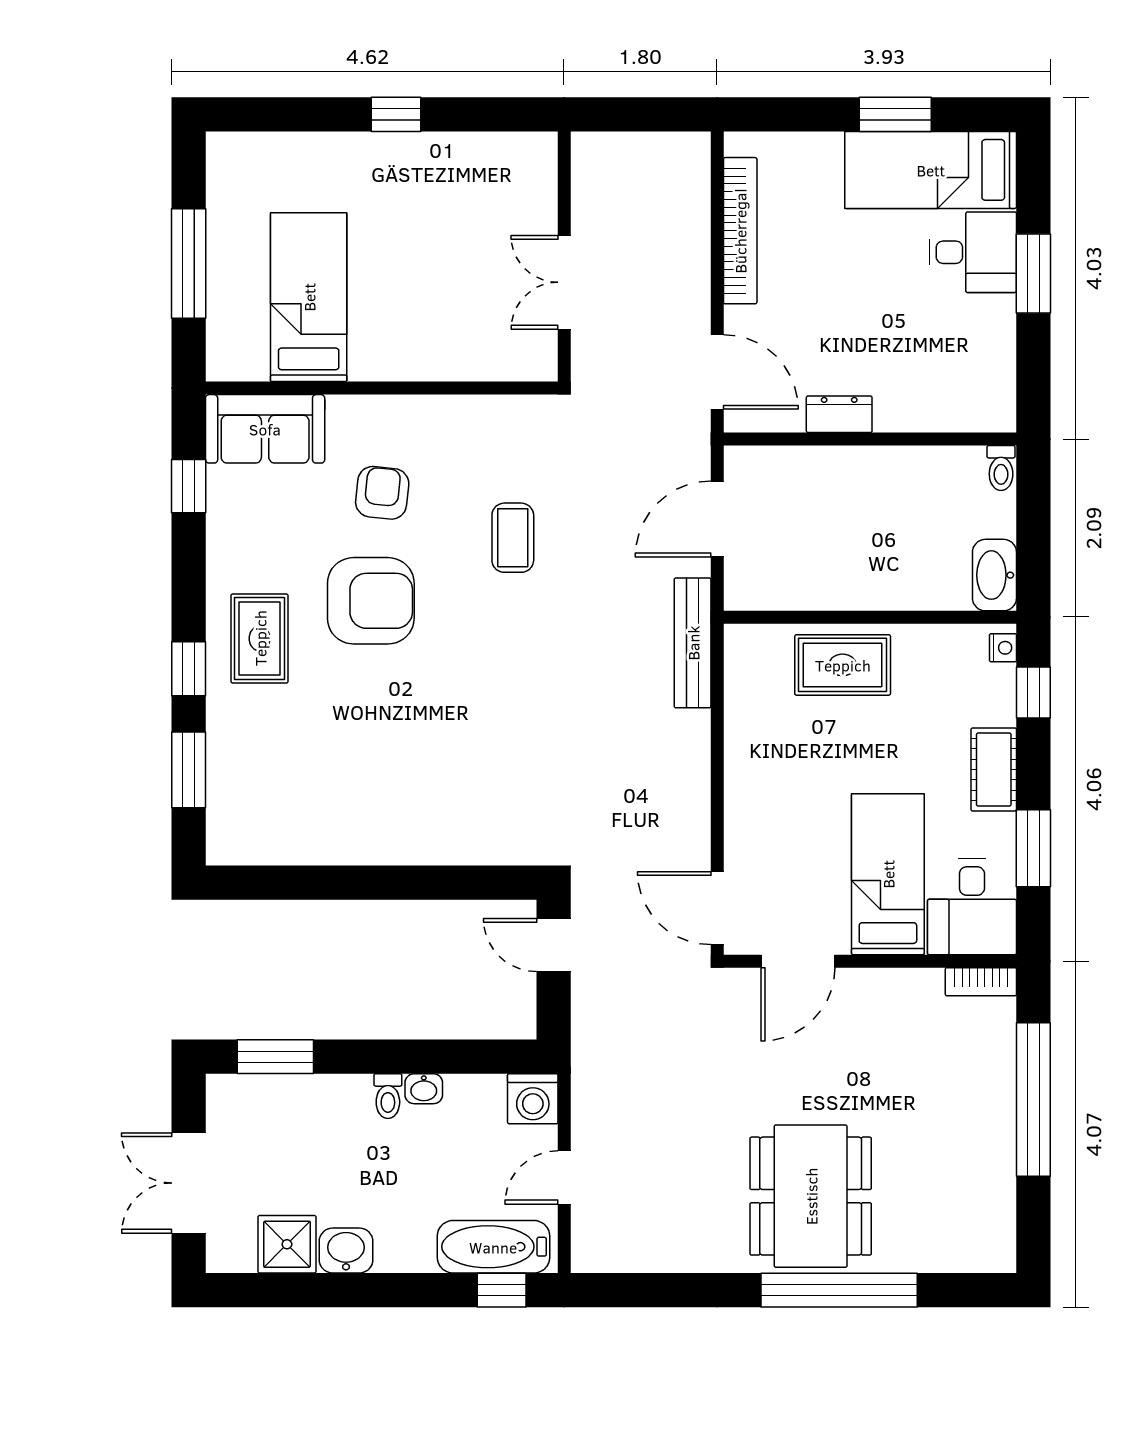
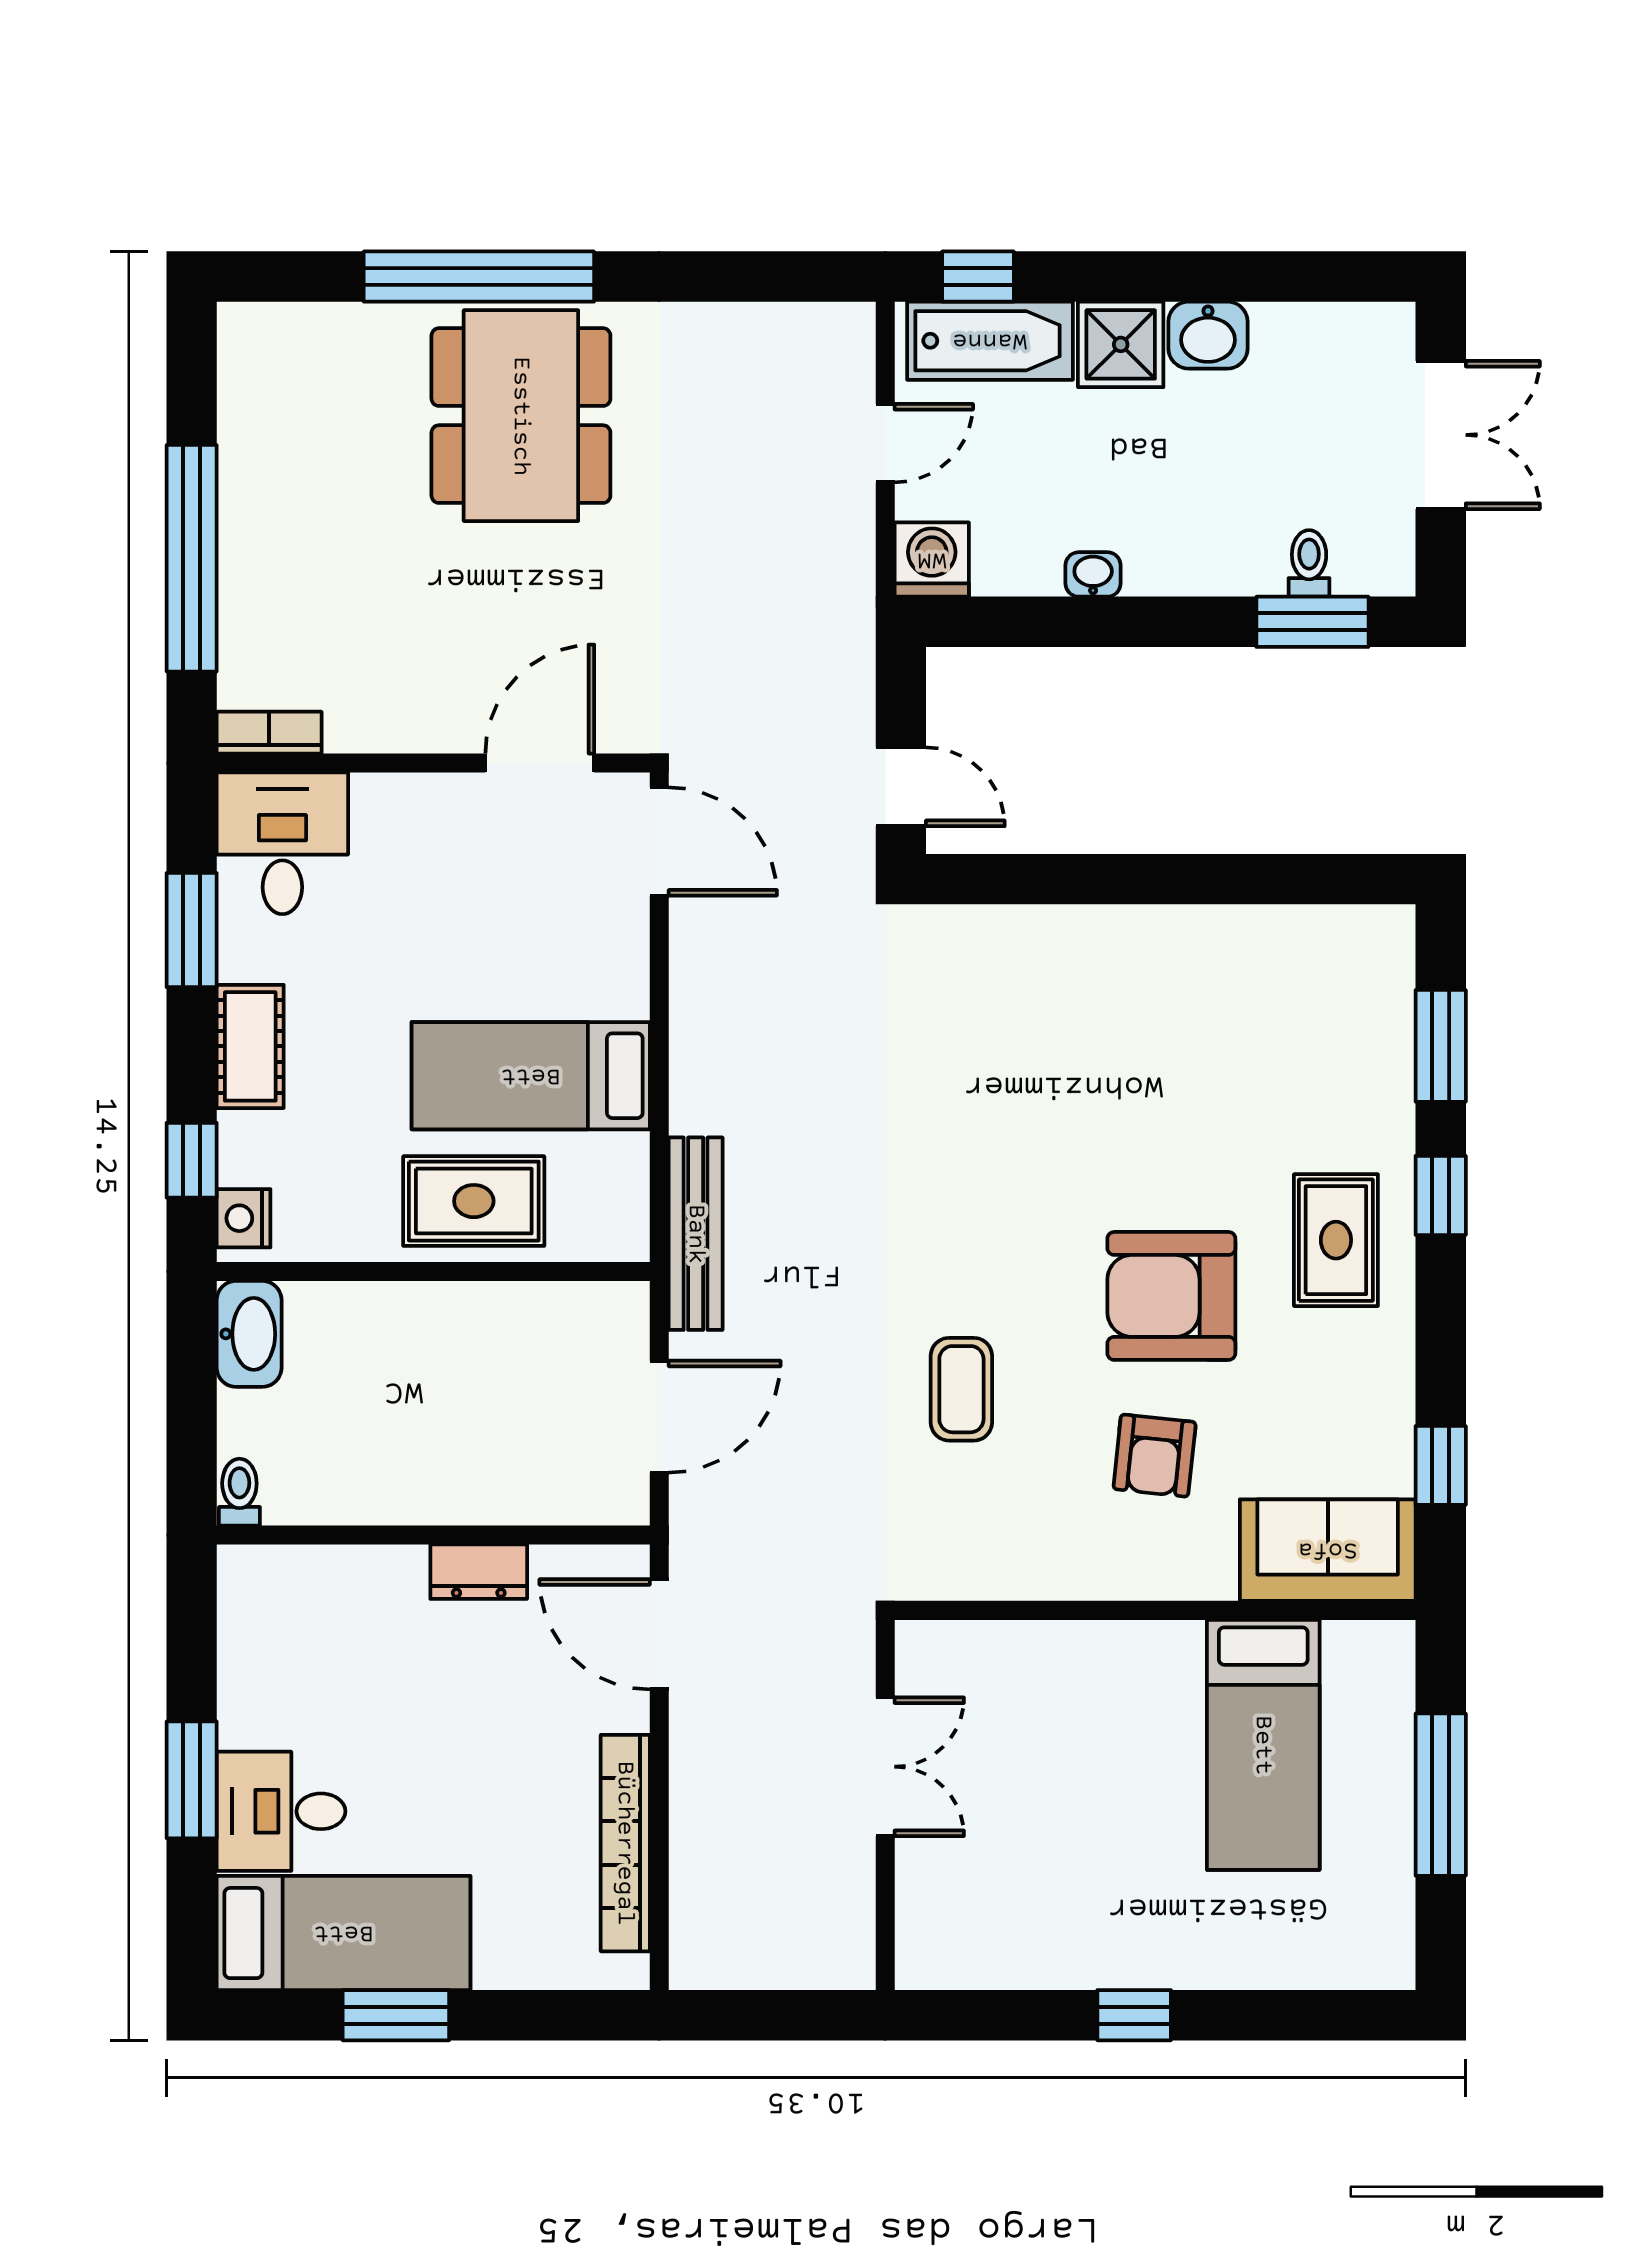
nightstand: (1003, 648) -> (244, 1218), width x1.39, depth x1.35
bed: (888, 874) -> (531, 1076), moved, turned 90
toilet: (388, 1096) -> (1309, 563), moved
shower: (287, 1244) -> (1121, 344), moved

